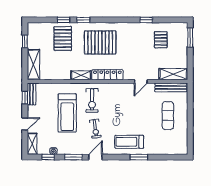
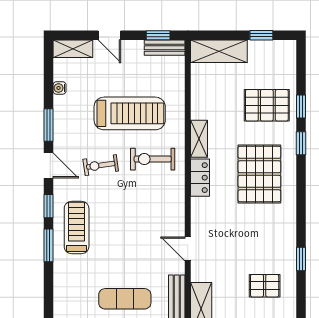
locker: (107, 75) -> (200, 178), width x0.66
treadmill: (67, 113) -> (130, 113), turned 180
window: (48, 157) -> (48, 206), moved

